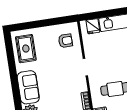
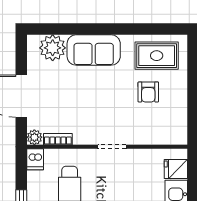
armchair: (65, 41) -> (148, 92), moved

